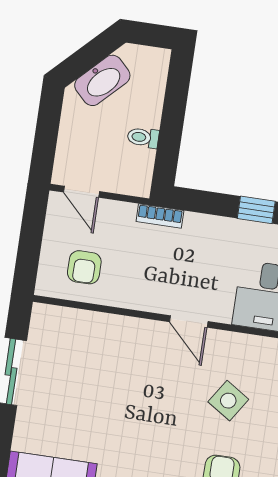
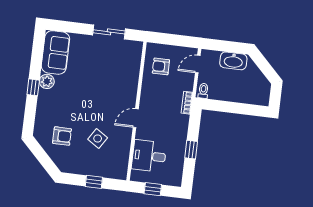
washbasin: (102, 80) -> (233, 61), moved, turned -45
toilet: (143, 138) -> (203, 91), moved

